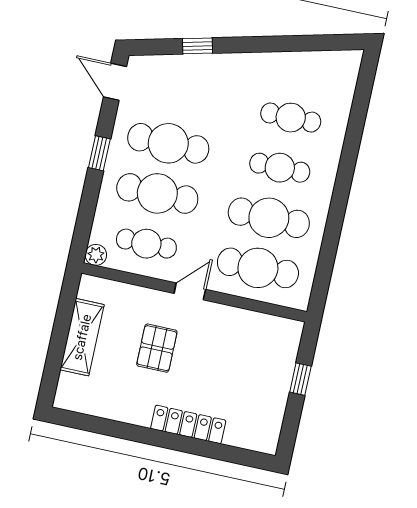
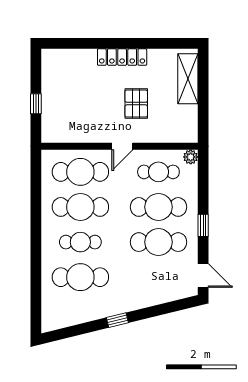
window: (198, 46) -> (117, 320), moved
cafe table: (291, 118) -> (80, 277), width x1.37, depth x1.35
shelving: (82, 337) -> (188, 79), moved
locker: (188, 424) -> (122, 57), moved

